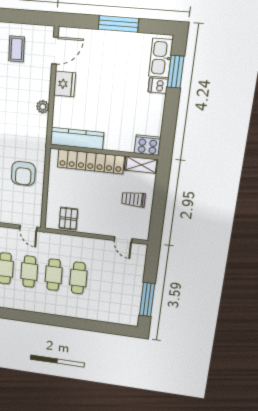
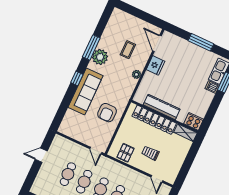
coffee table: (17, 49) -> (128, 50), moved
door: (55, 51) -> (157, 43), swing flipped
kitchen counter: (77, 139) -> (162, 107), moved
trolley: (133, 199) -> (150, 153), moved

